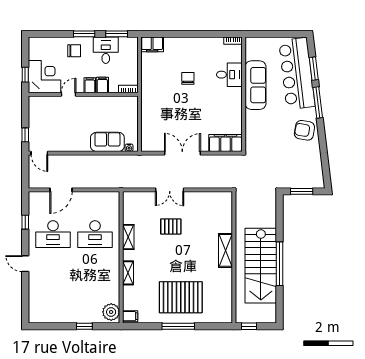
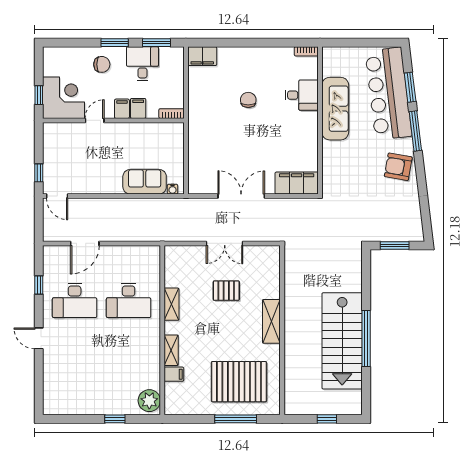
shelving: (226, 250) -> (271, 321), moved
wall: (234, 257) -> (282, 330), moved
filing cabinet: (130, 316) -> (174, 374), moved

